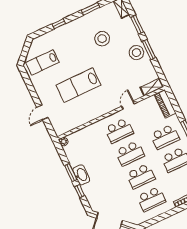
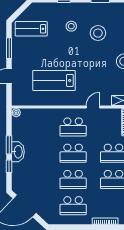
stool: (76, 44) -> (71, 26), added
lab bench: (78, 85) -> (54, 80), moved
window: (31, 88) -> (9, 48), added

